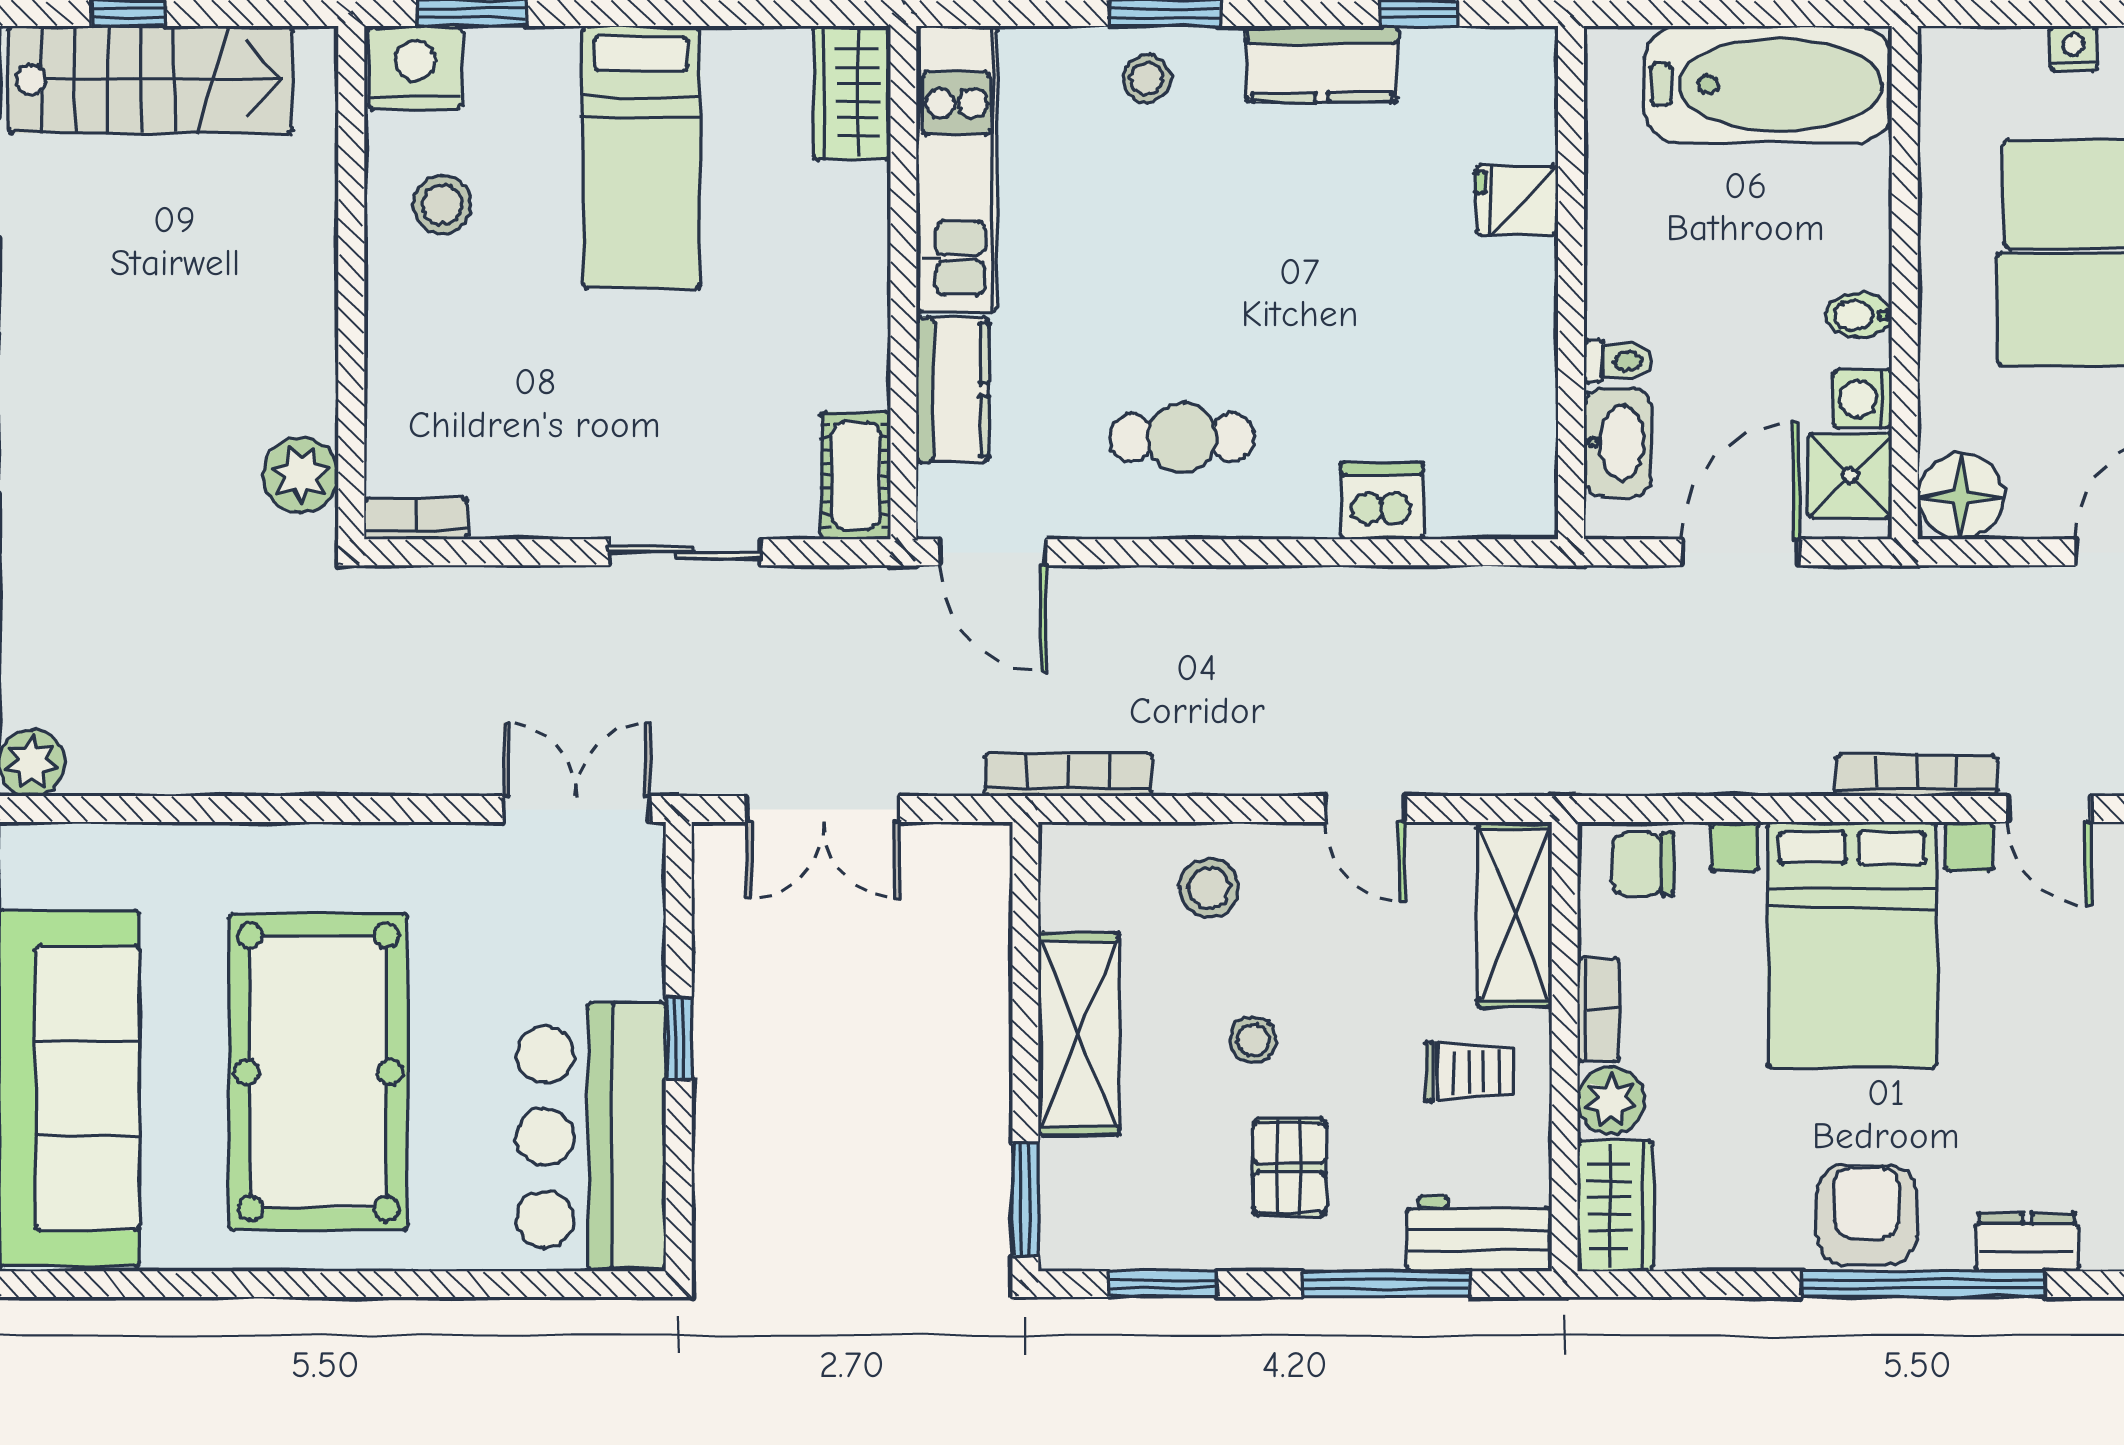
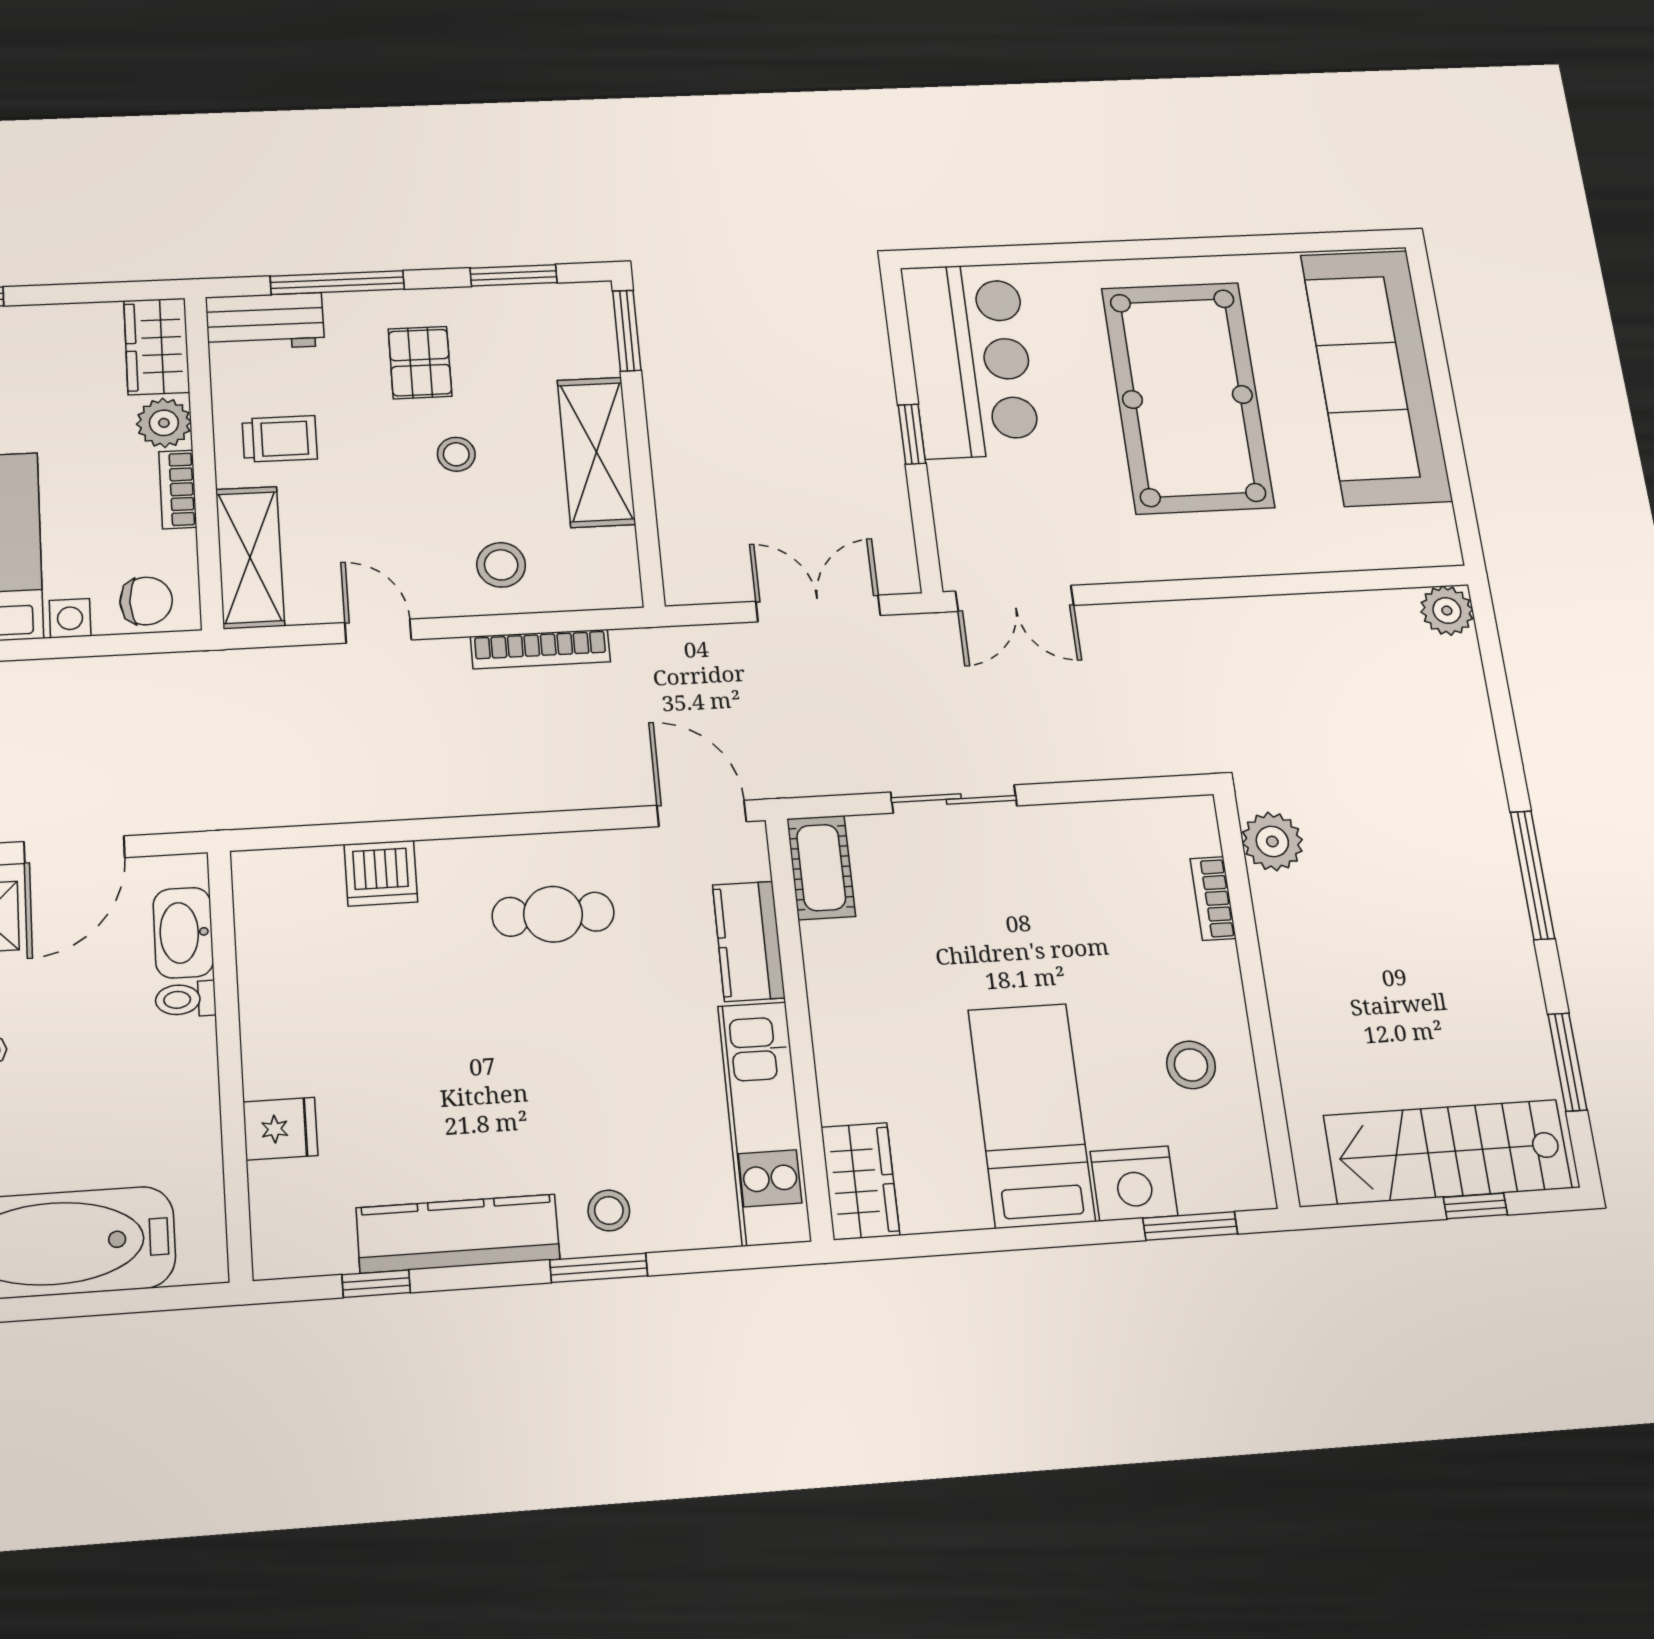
kitchen counter: (1322, 64) -> (458, 1234), width x1.50
nightstand: (415, 68) -> (1134, 1184), moved
bookcase: (416, 519) -> (1213, 899), moved, turned 90
bookcase: (1068, 775) -> (540, 649), moved
trolley: (1470, 1072) -> (280, 439), turned 180

